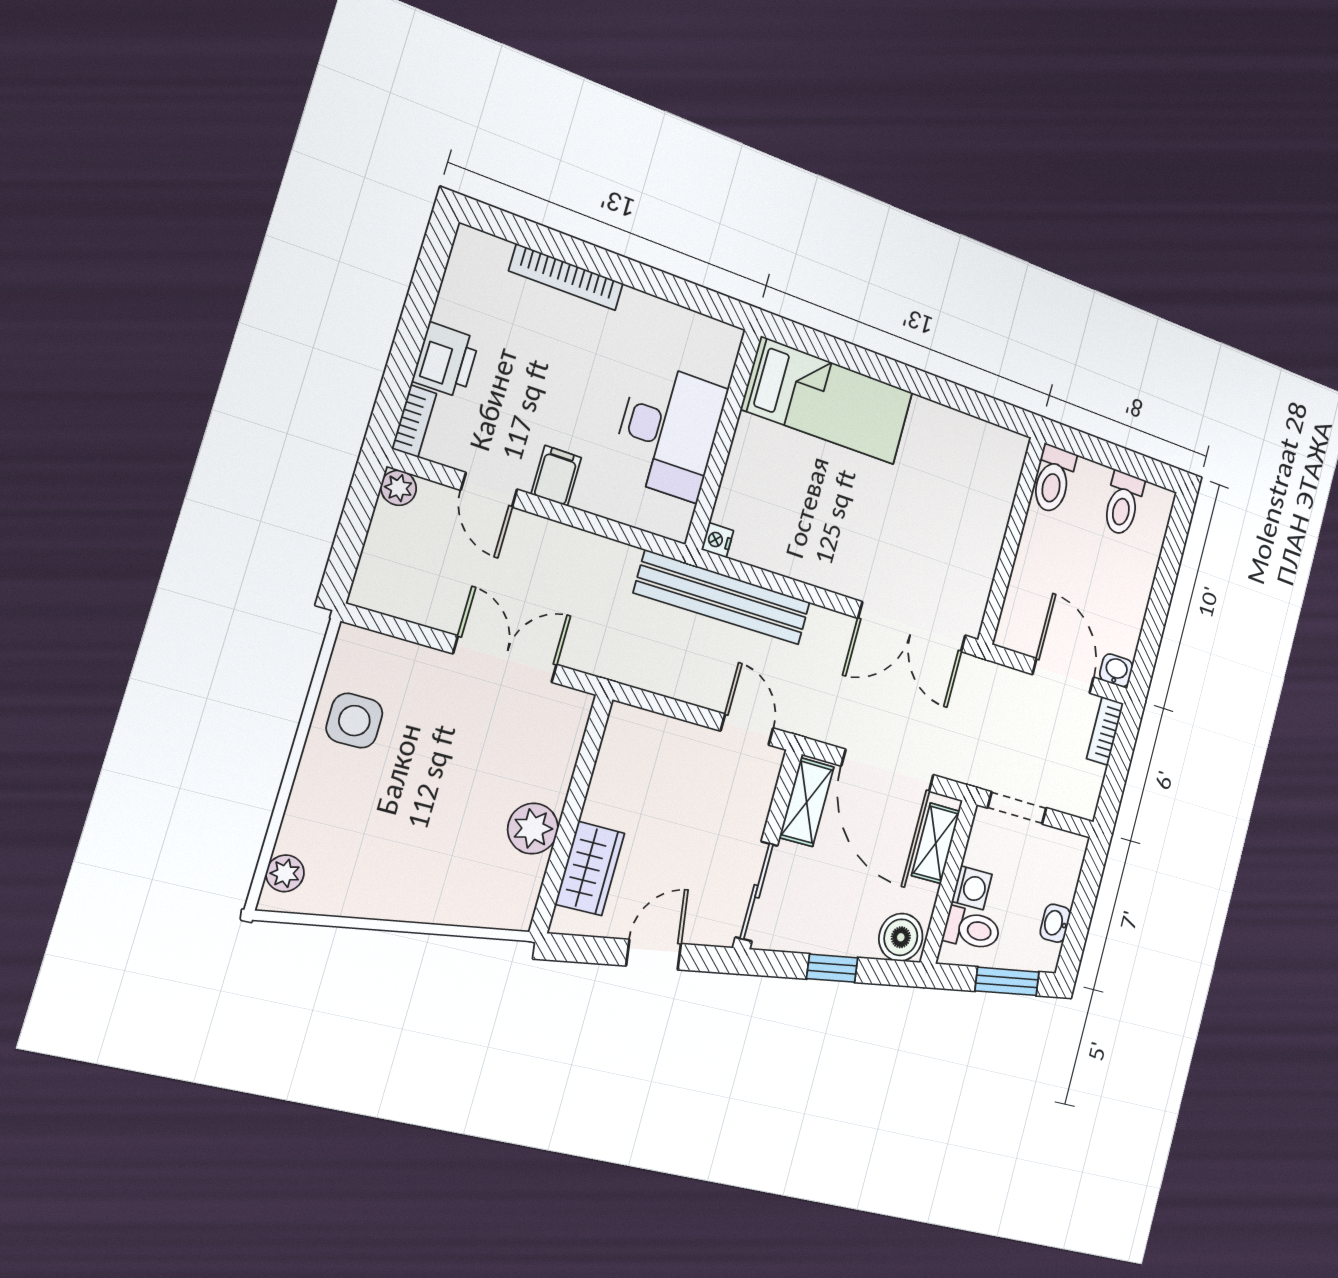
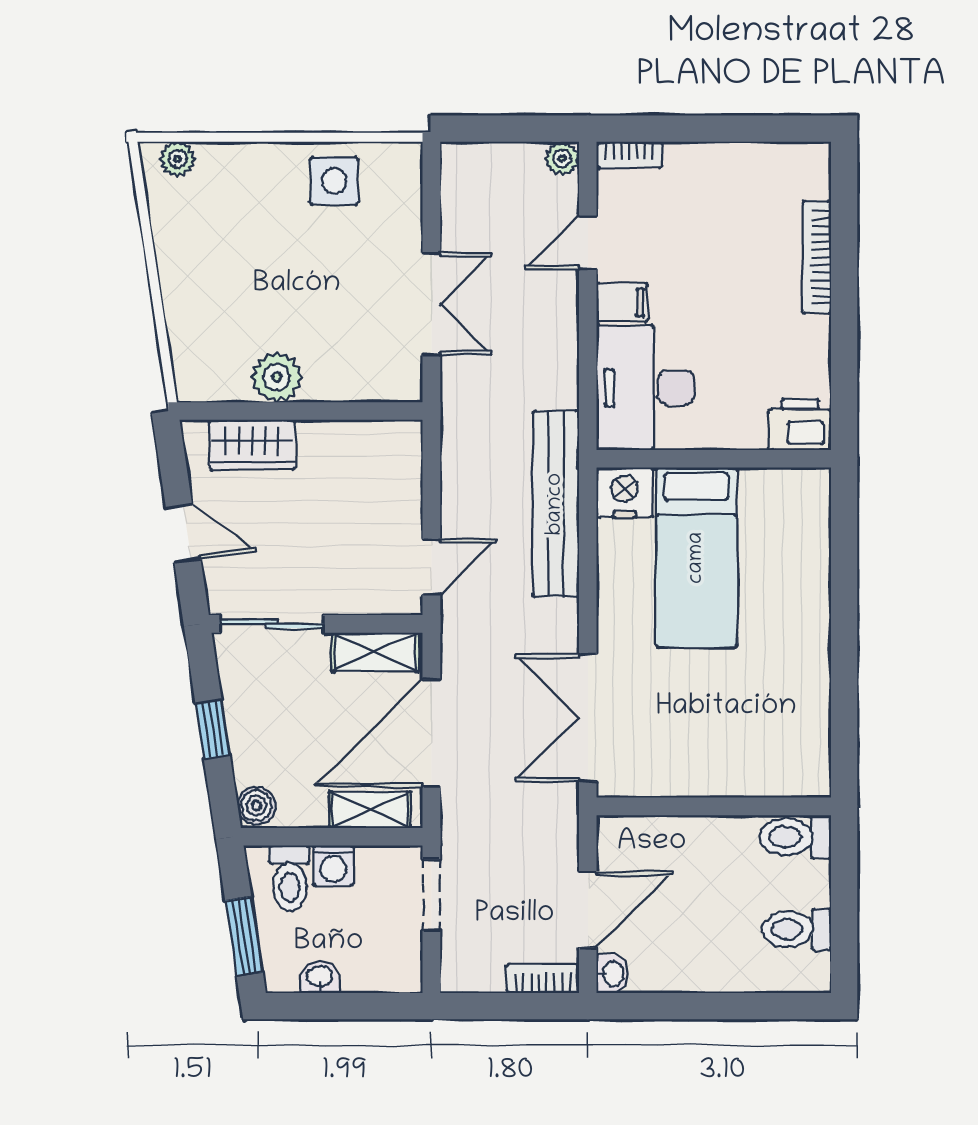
printer: (446, 360) -> (800, 424), moved, turned 180
bed: (828, 401) -> (697, 558), moved
desk: (669, 431) -> (646, 388), moved, turned 90
nightstand: (717, 540) -> (624, 493), width x1.89, depth x1.79
boiler: (901, 937) -> (256, 805), width x0.73, depth x0.73

